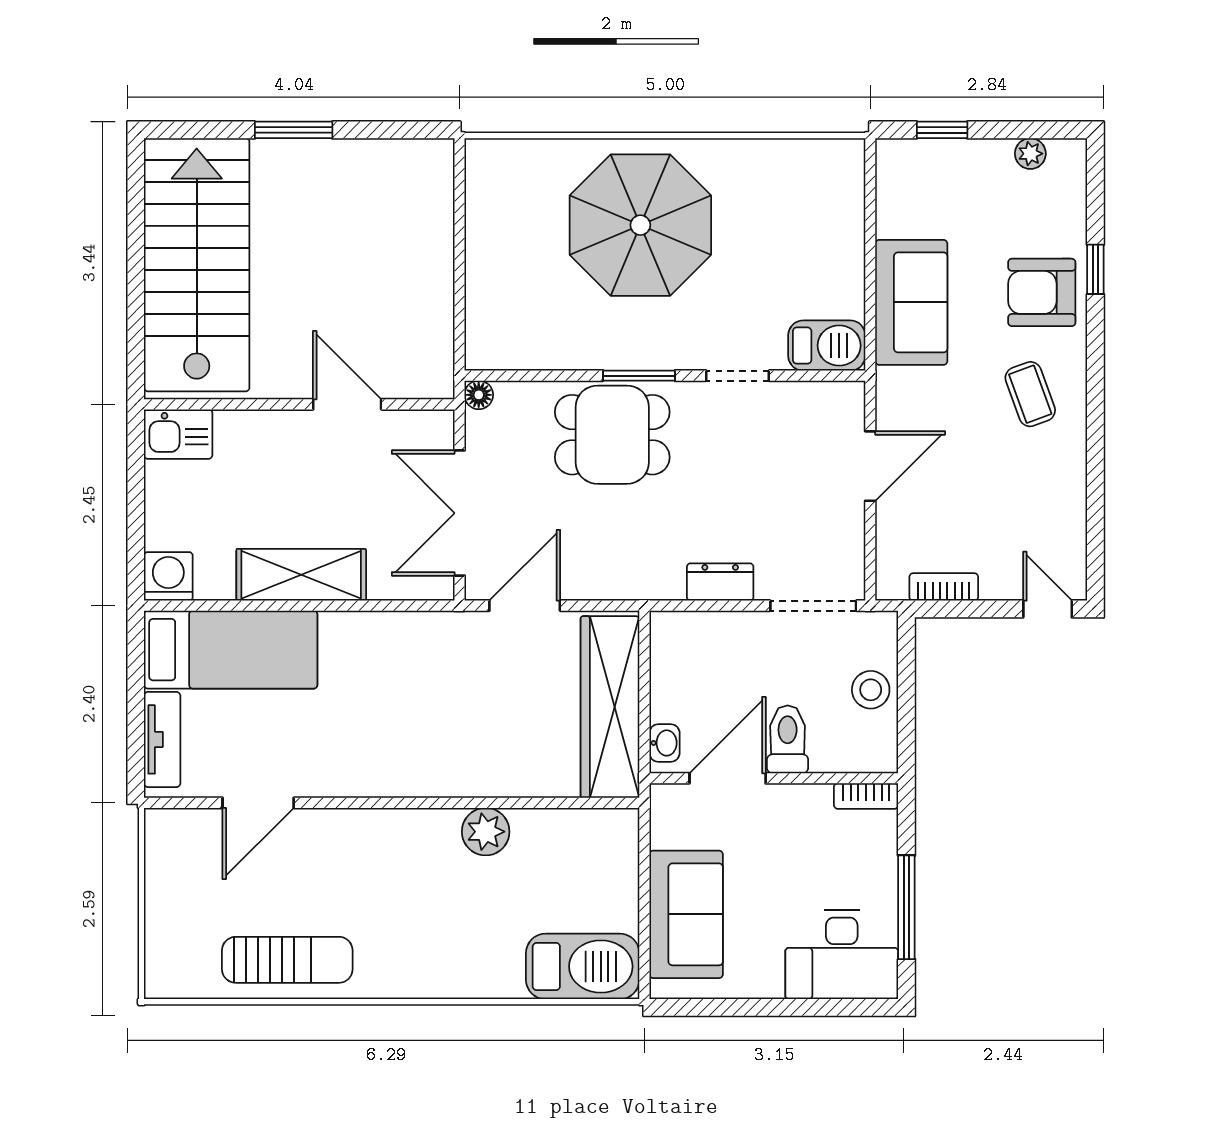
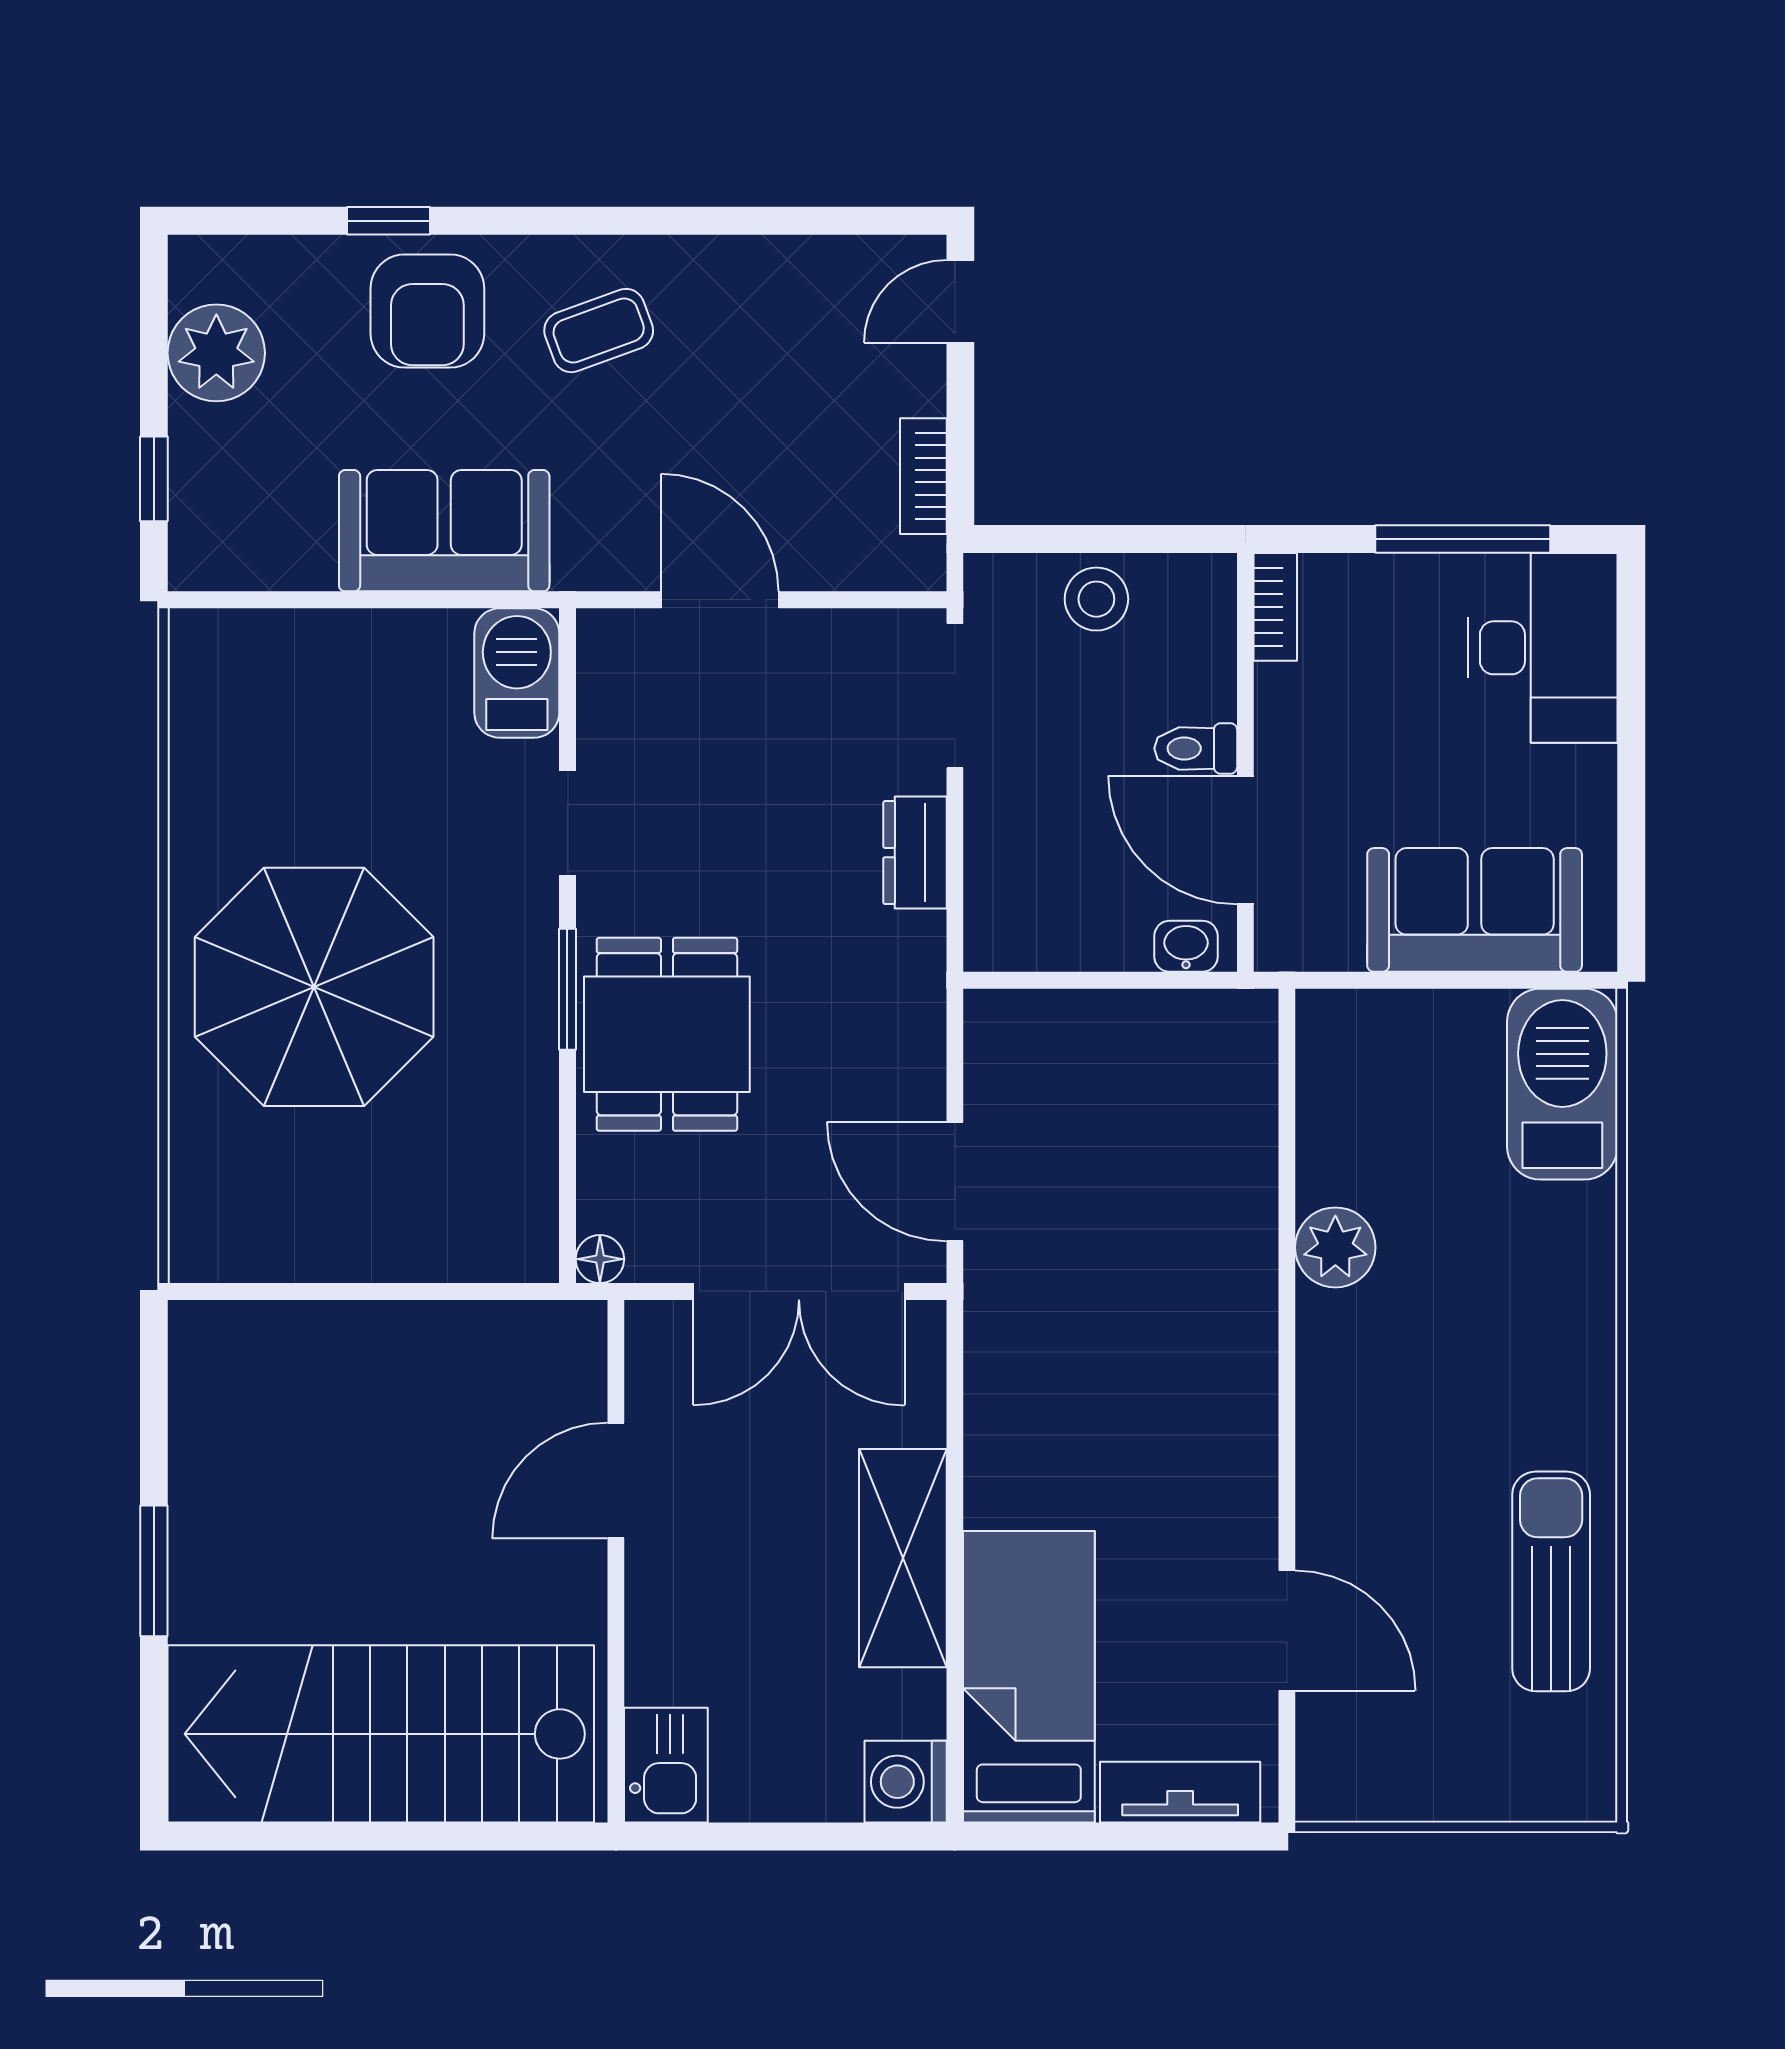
plant: (1030, 154) -> (216, 353), width x1.88, depth x1.88
wardrobe: (610, 707) -> (1125, 1038), removed
toilet: (788, 739) -> (1196, 748), width x0.73, depth x0.72

